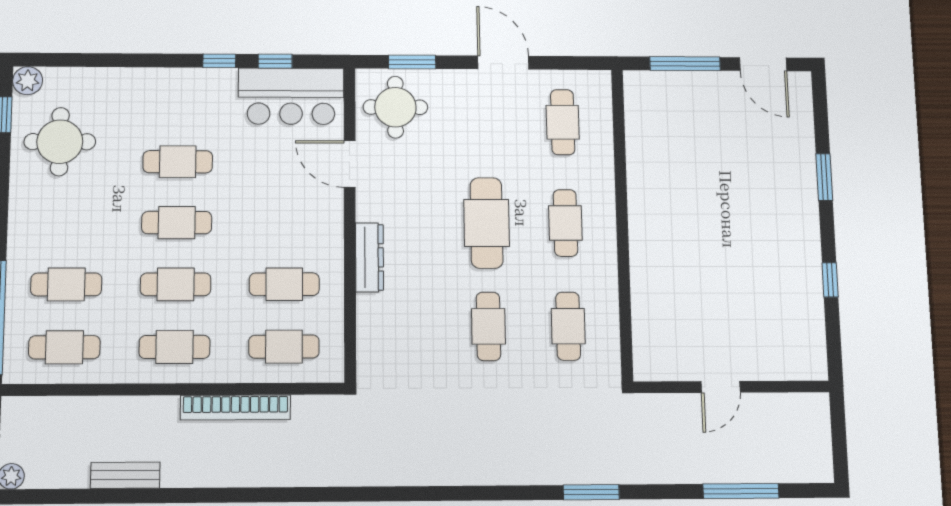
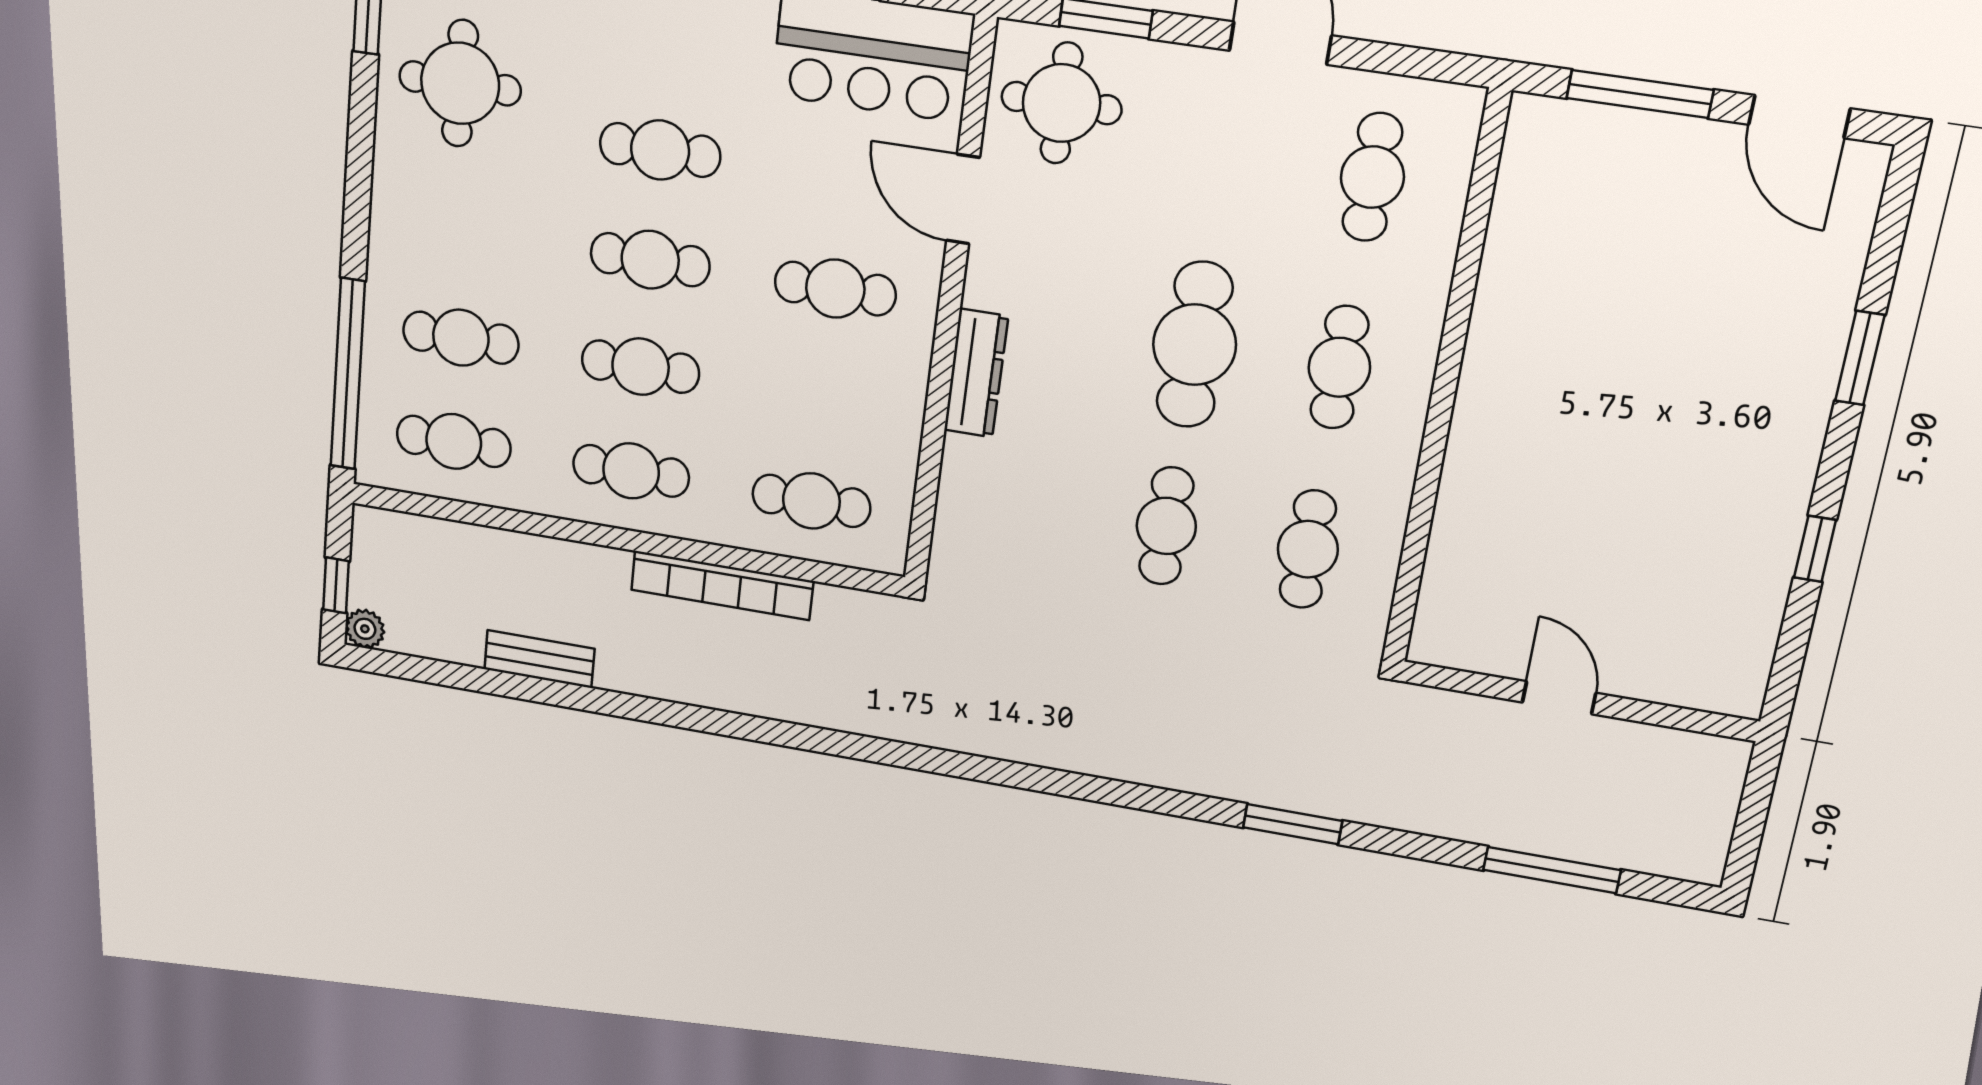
cafe table: (284, 284) -> (835, 289), moved
door: (721, 387) -> (1559, 698), swing flipped

